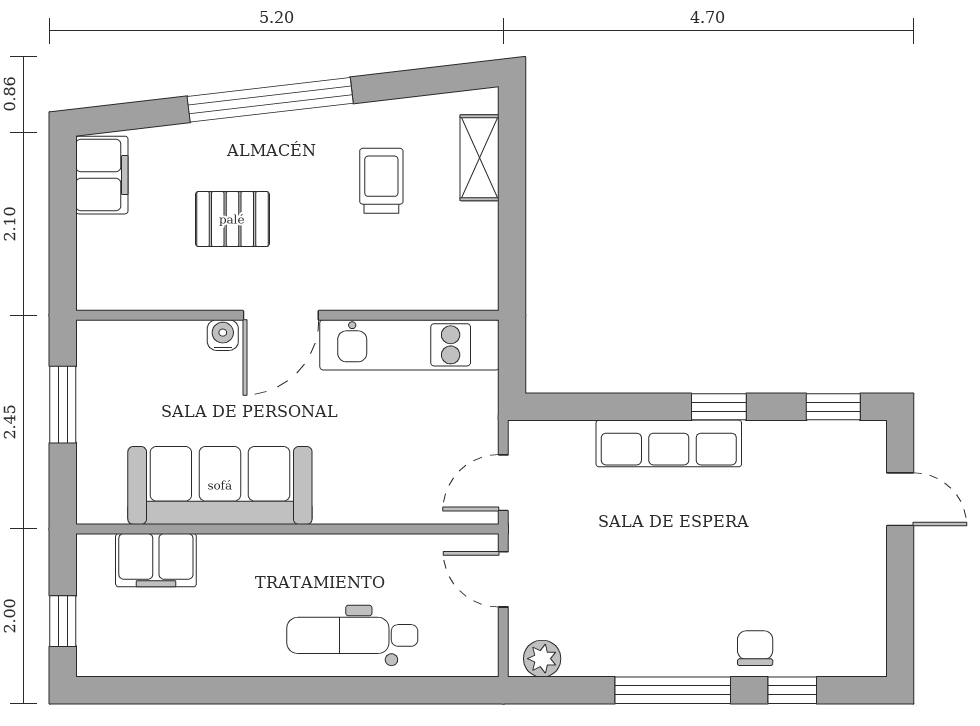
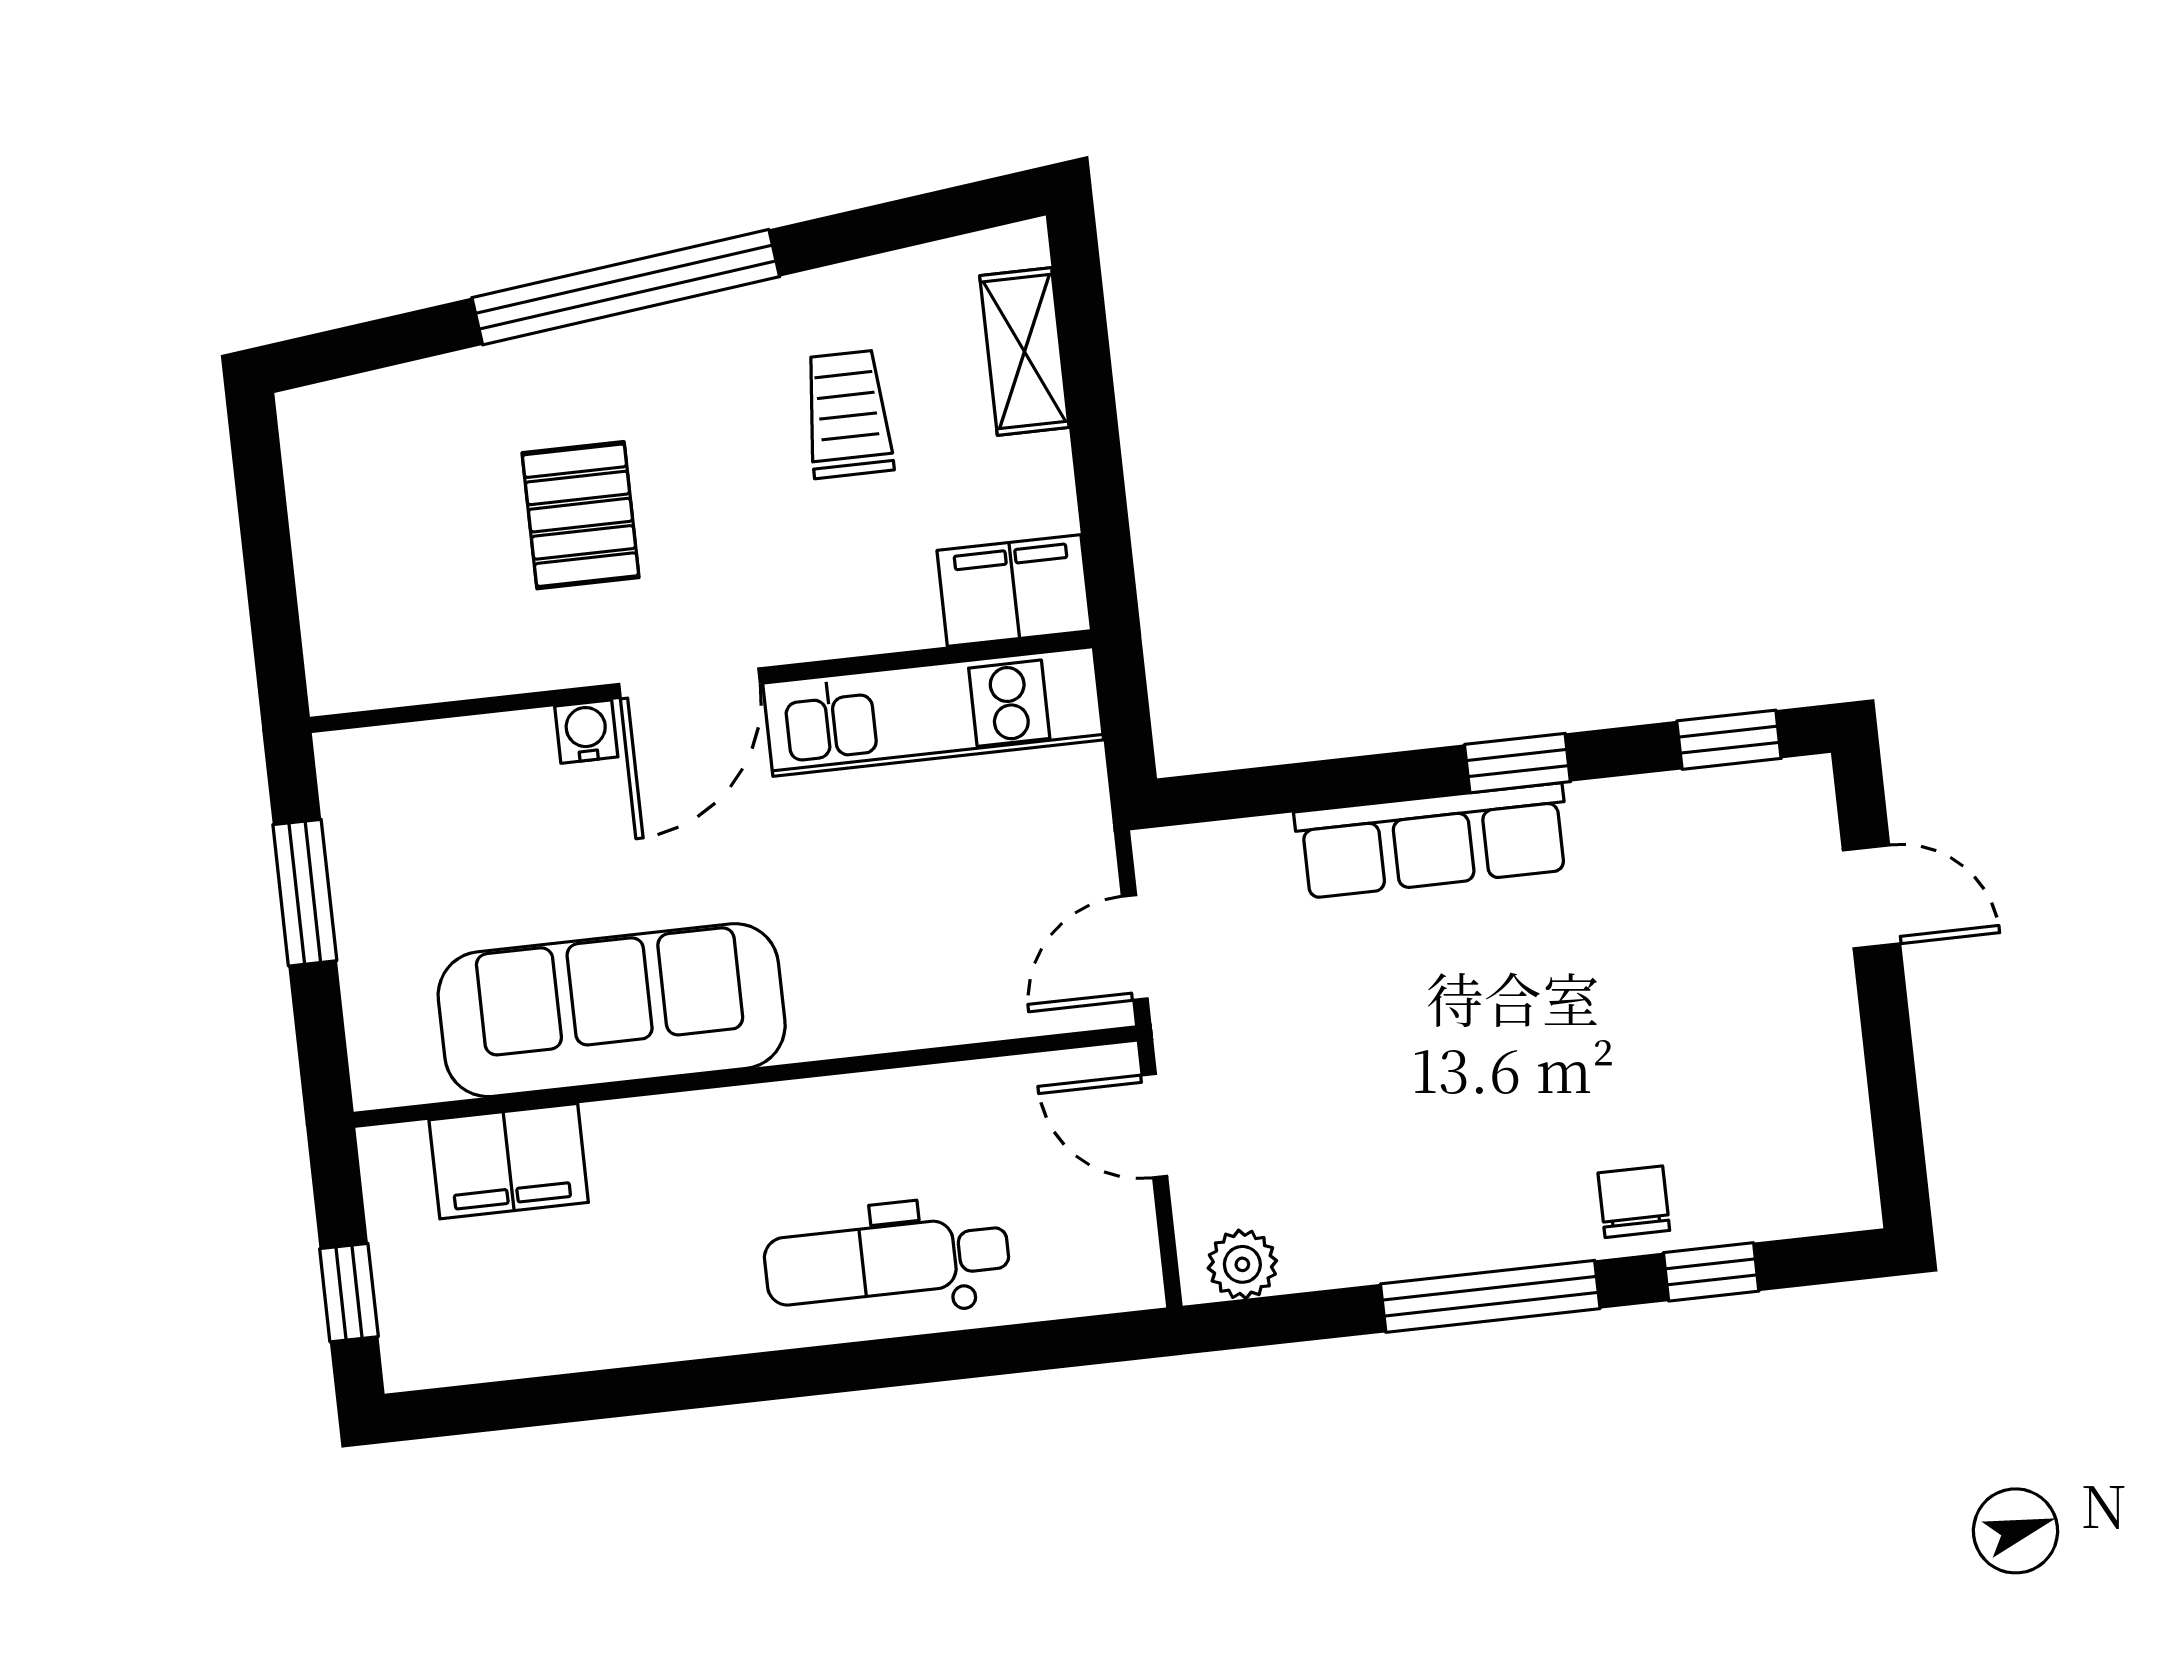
filing cabinet: (102, 175) -> (1014, 591), moved, turned -90
pallet: (232, 219) -> (580, 515), turned 90

